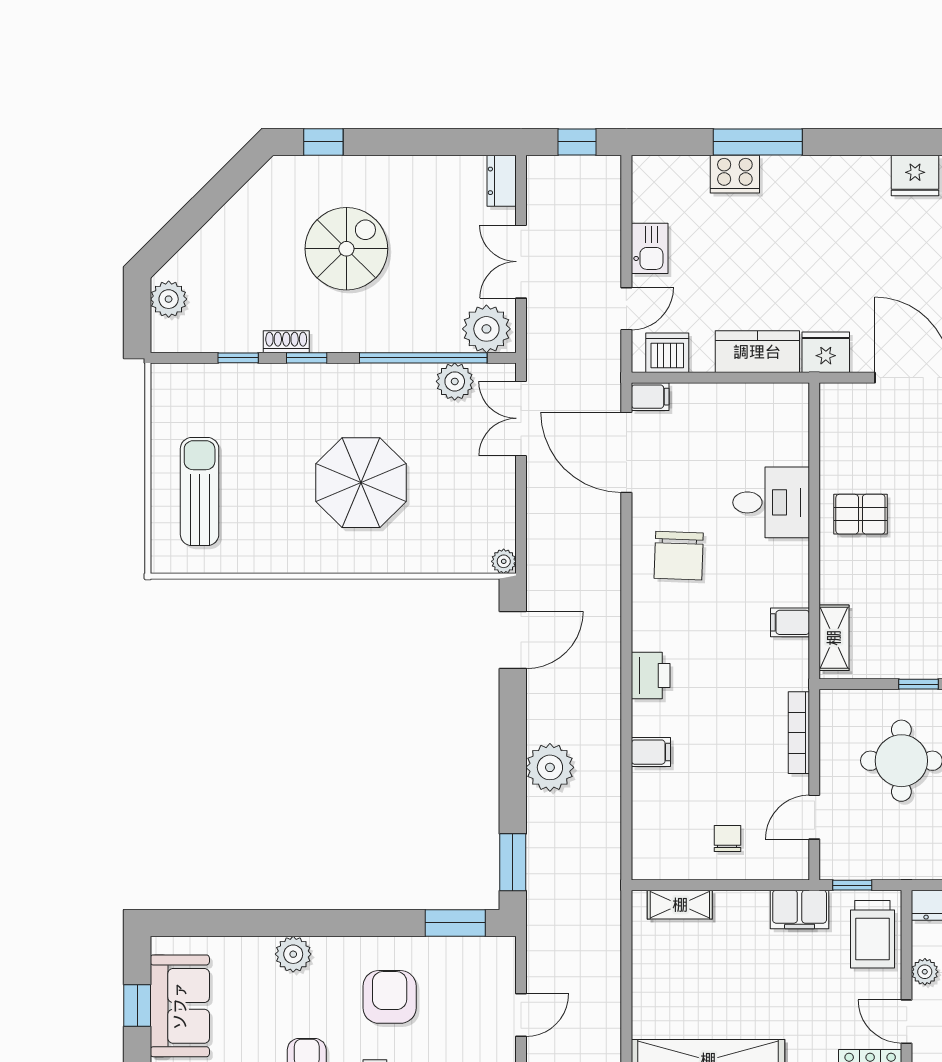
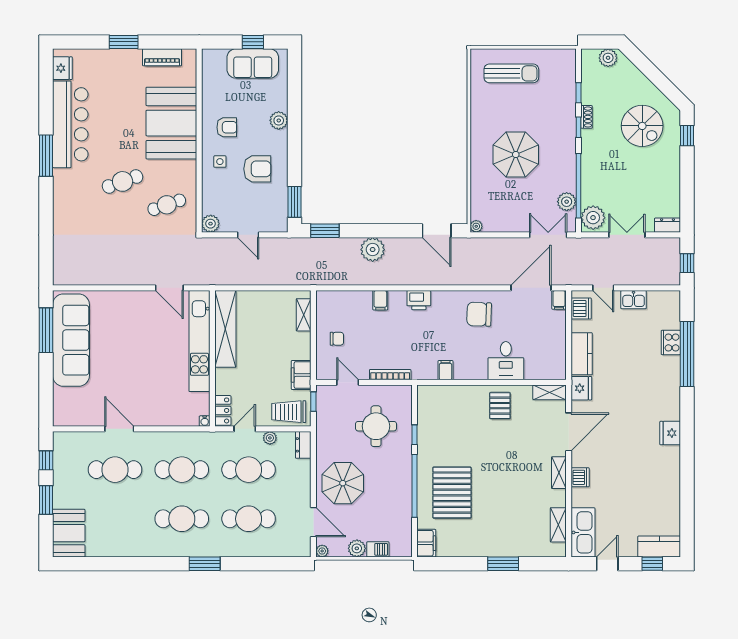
window: (758, 142) -> (687, 354), width x1.46
spiral stairs: (346, 249) -> (642, 126), moved
shelving: (834, 638) -> (550, 392), moved

